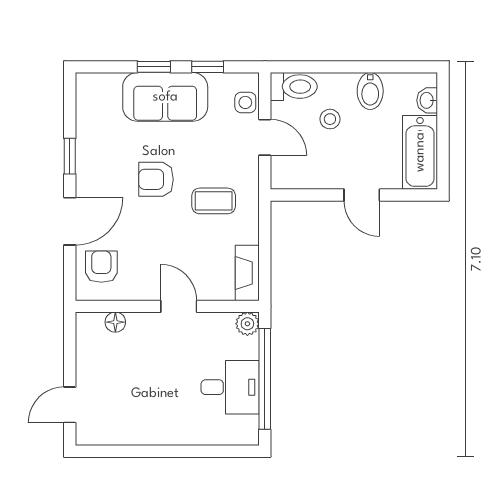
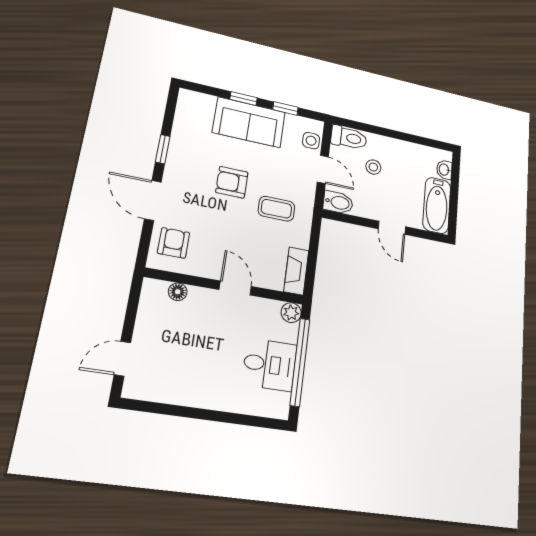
bidet: (370, 91) -> (338, 202), moved, turned -90
door: (70, 221) -> (153, 200), swing flipped

